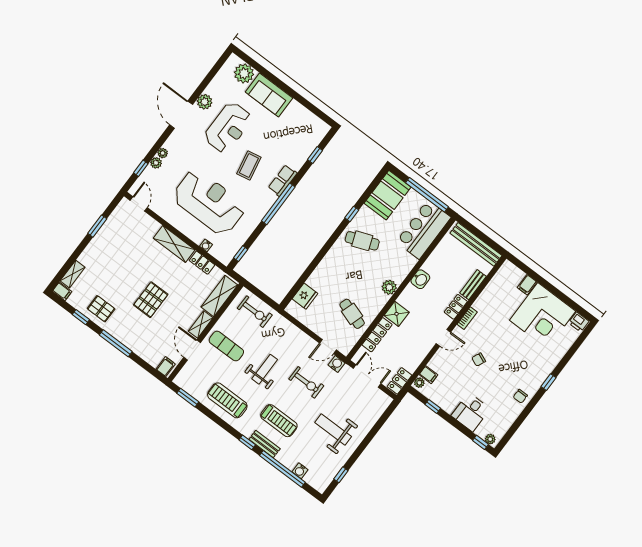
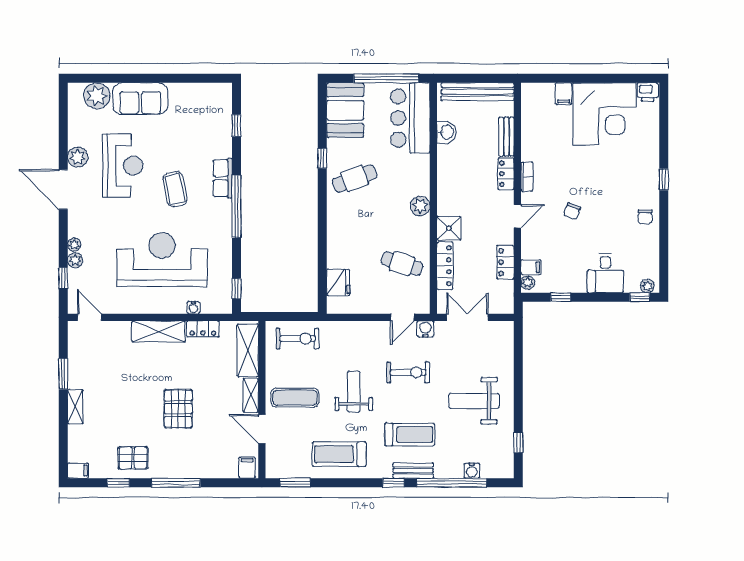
shelving: (73, 274) -> (75, 407), moved
washbasin: (420, 279) -> (447, 132), moved
locker: (399, 381) -> (505, 262), moved

